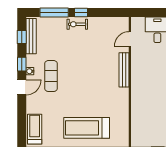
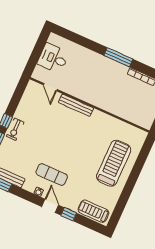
window: (22, 64) -> (69, 214), moved
treadmill: (87, 128) -> (114, 163), turned 180

